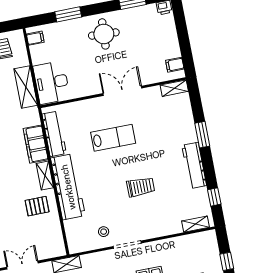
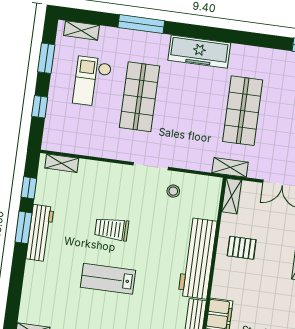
window: (202, 135) -> (23, 227), moved
lab bench: (113, 138) -> (108, 279), moved
shelving: (45, 176) -> (232, 196), moved

